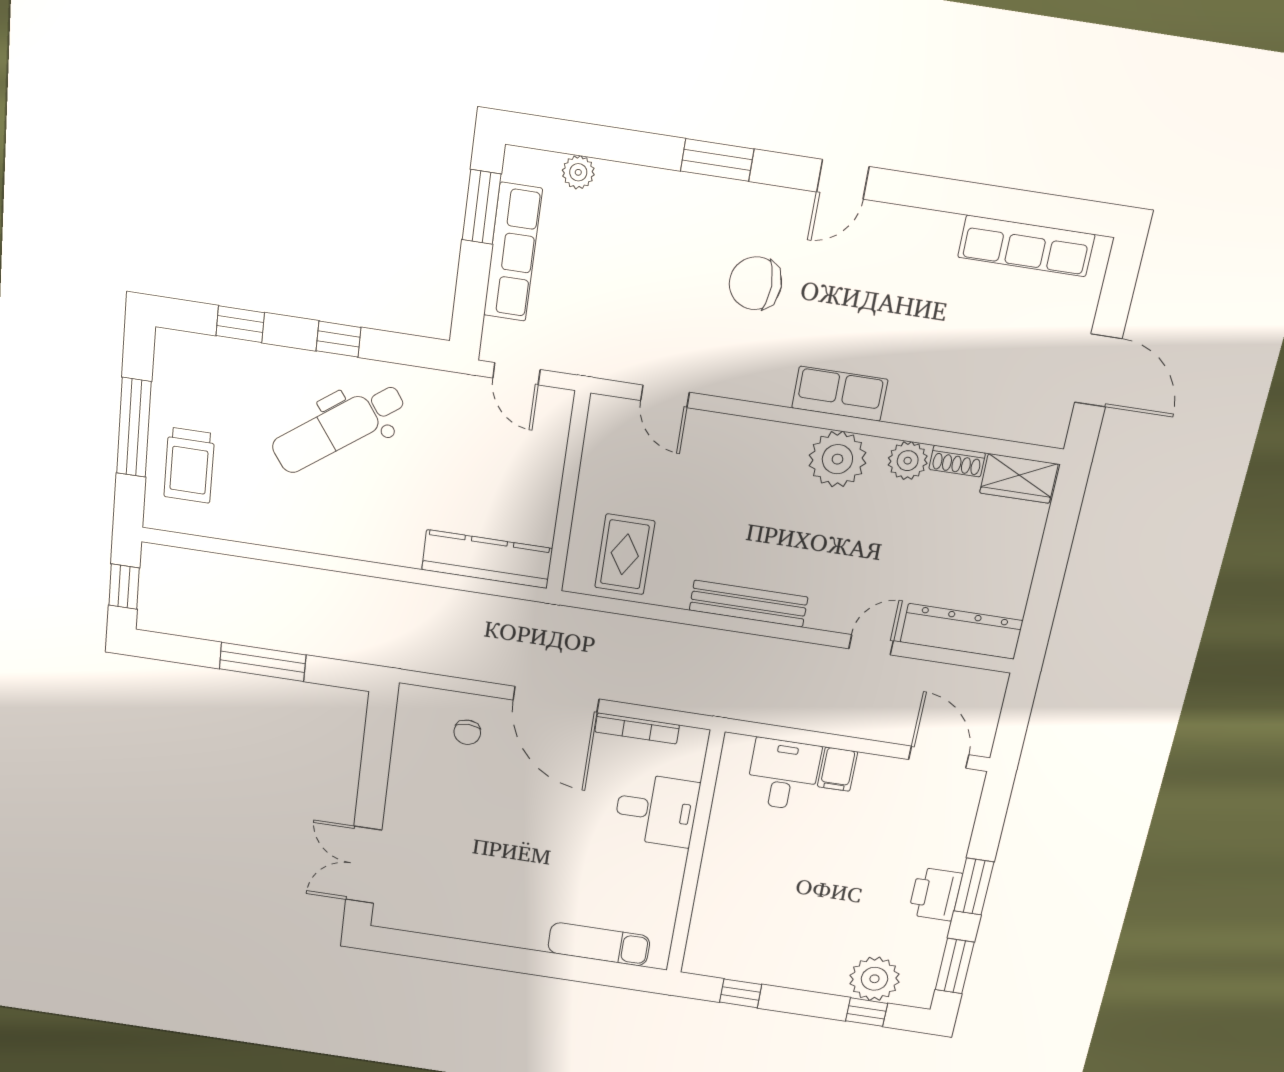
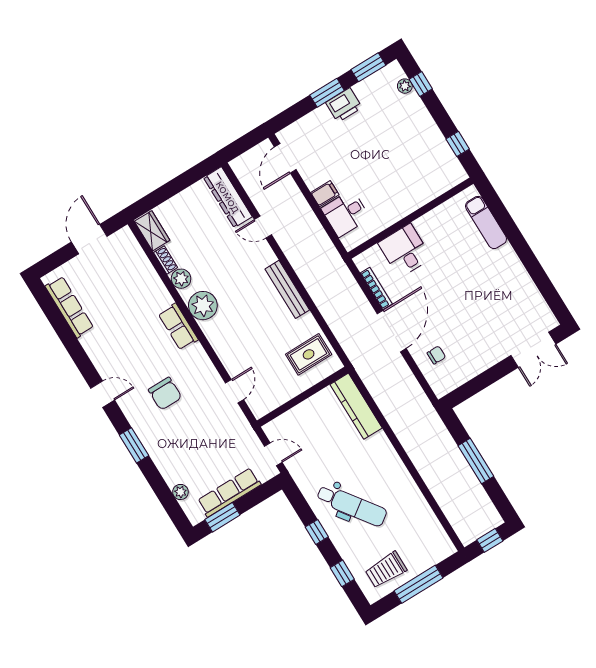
door: (516, 374) -> (273, 454), hinge flipped
trolley: (189, 465) -> (386, 570), moved, turned 180
plant: (874, 979) -> (405, 86), width x0.53, depth x0.53

